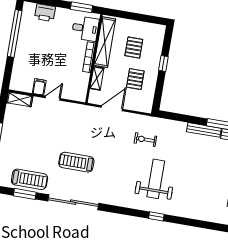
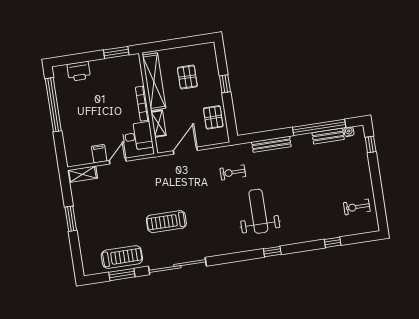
desk: (85, 28) -> (137, 136), moved
pallet: (135, 79) -> (213, 117), moved
bench: (204, 130) -> (271, 144), moved
window: (209, 225) -> (333, 242), added

